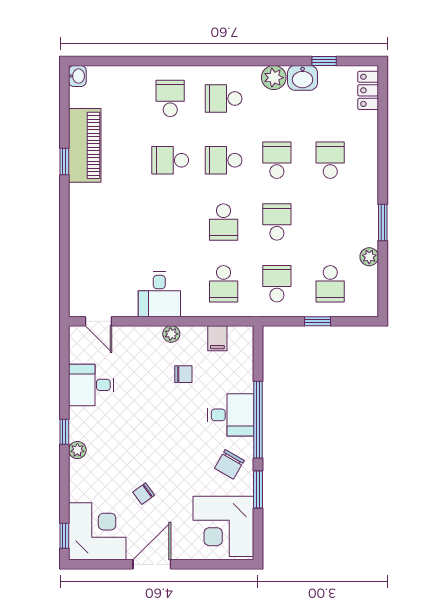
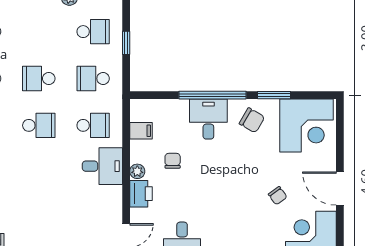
desk: (159, 294) -> (102, 166), moved
printer: (146, 338) -> (141, 194), added

